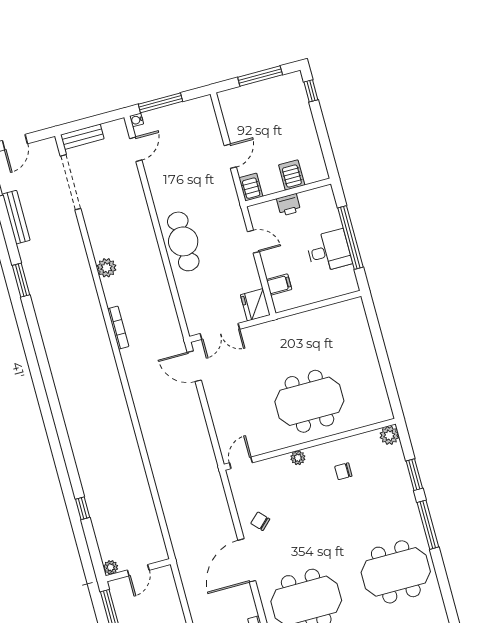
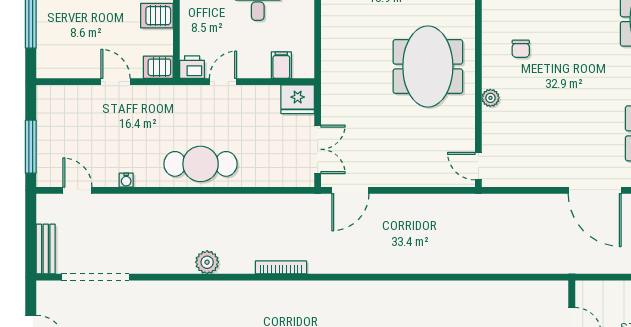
water cooler: (137, 120) -> (126, 180), moved
printer: (289, 205) -> (192, 67), moved, turned -90
chair: (260, 521) -> (553, 162), removed

